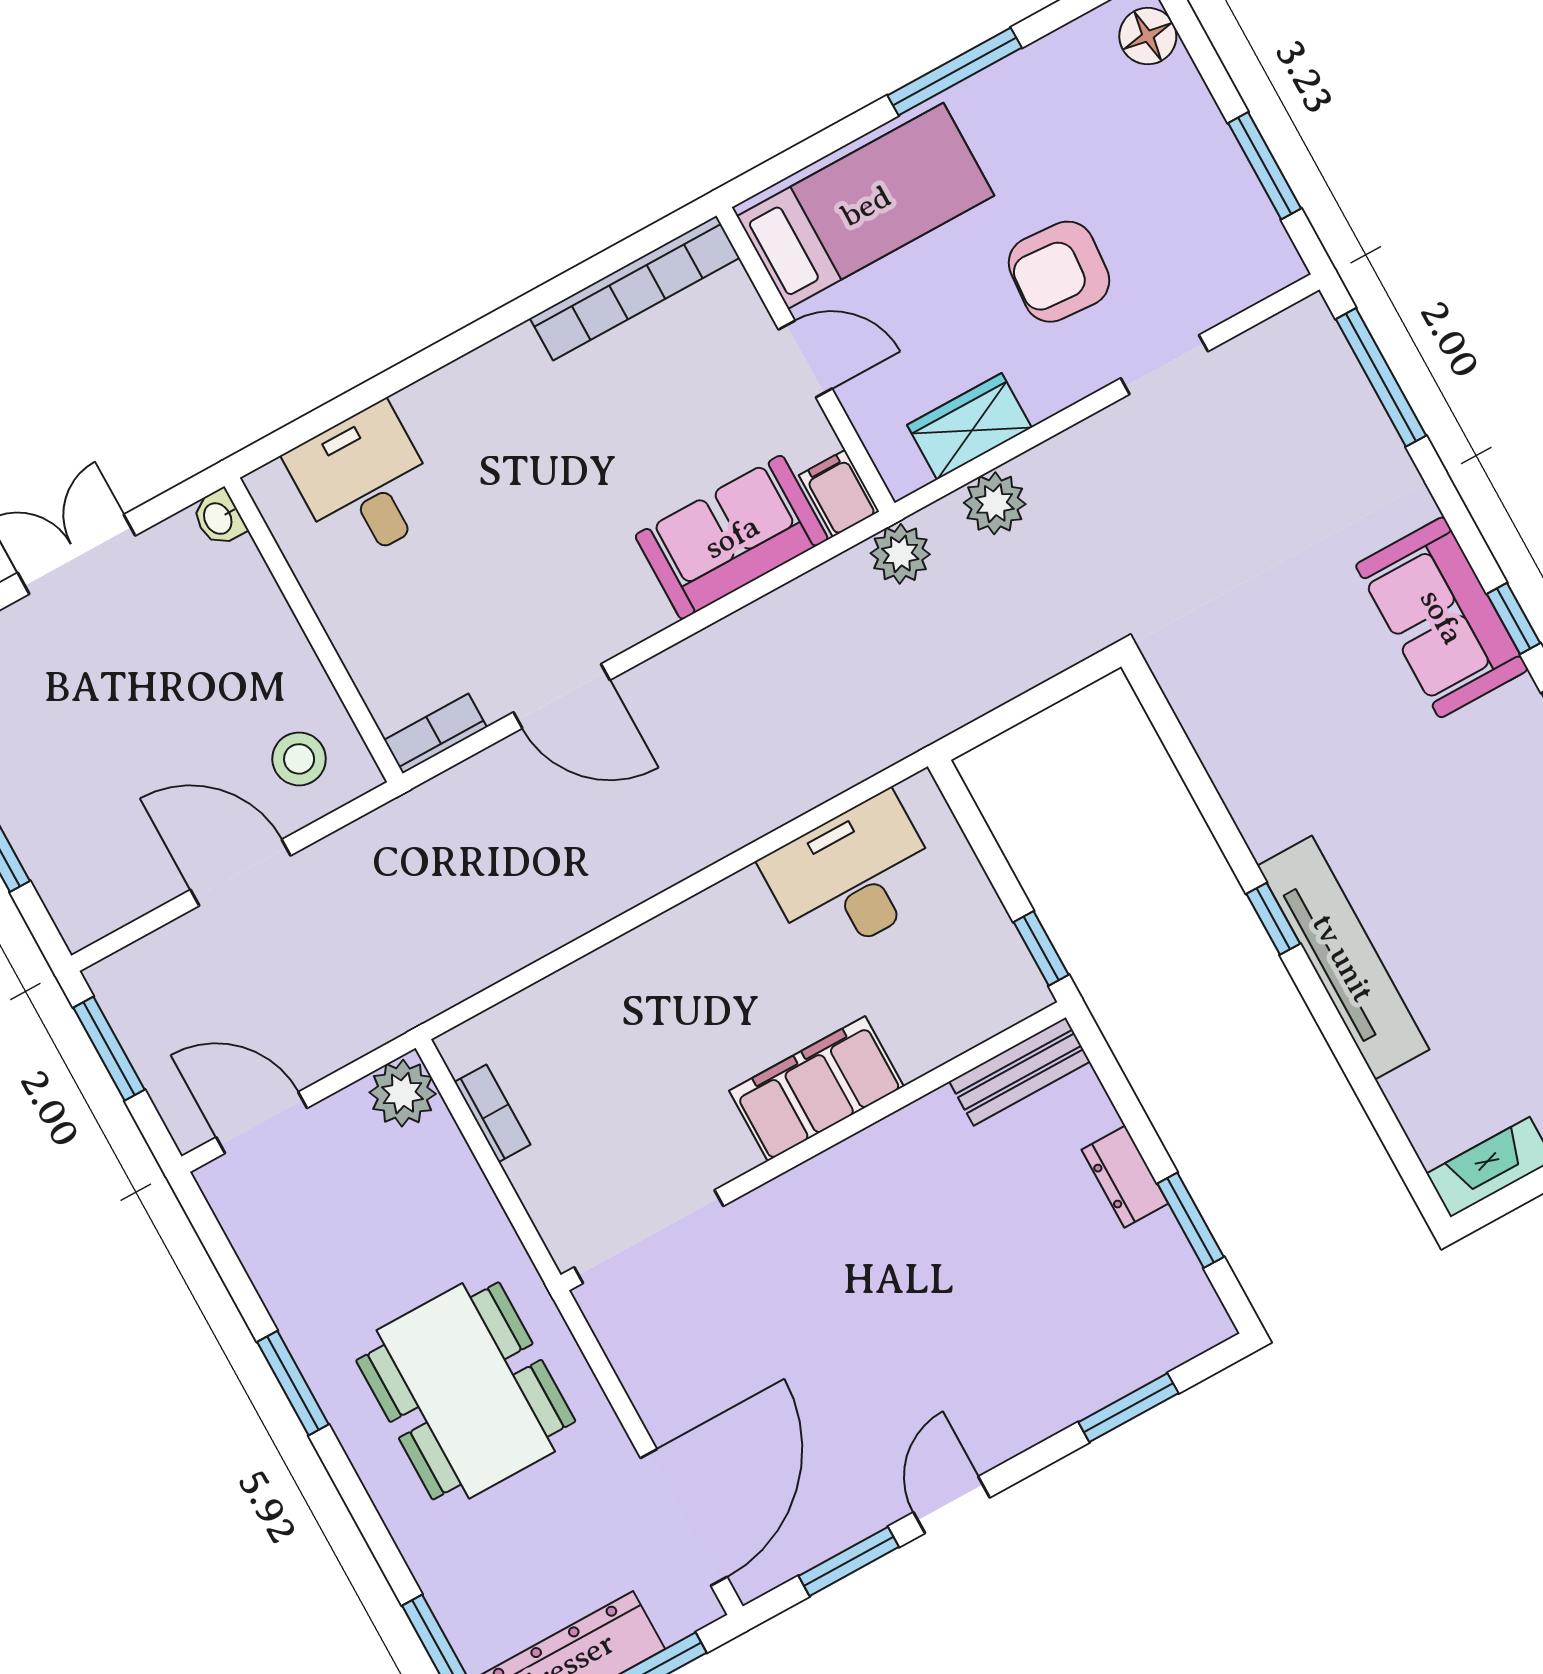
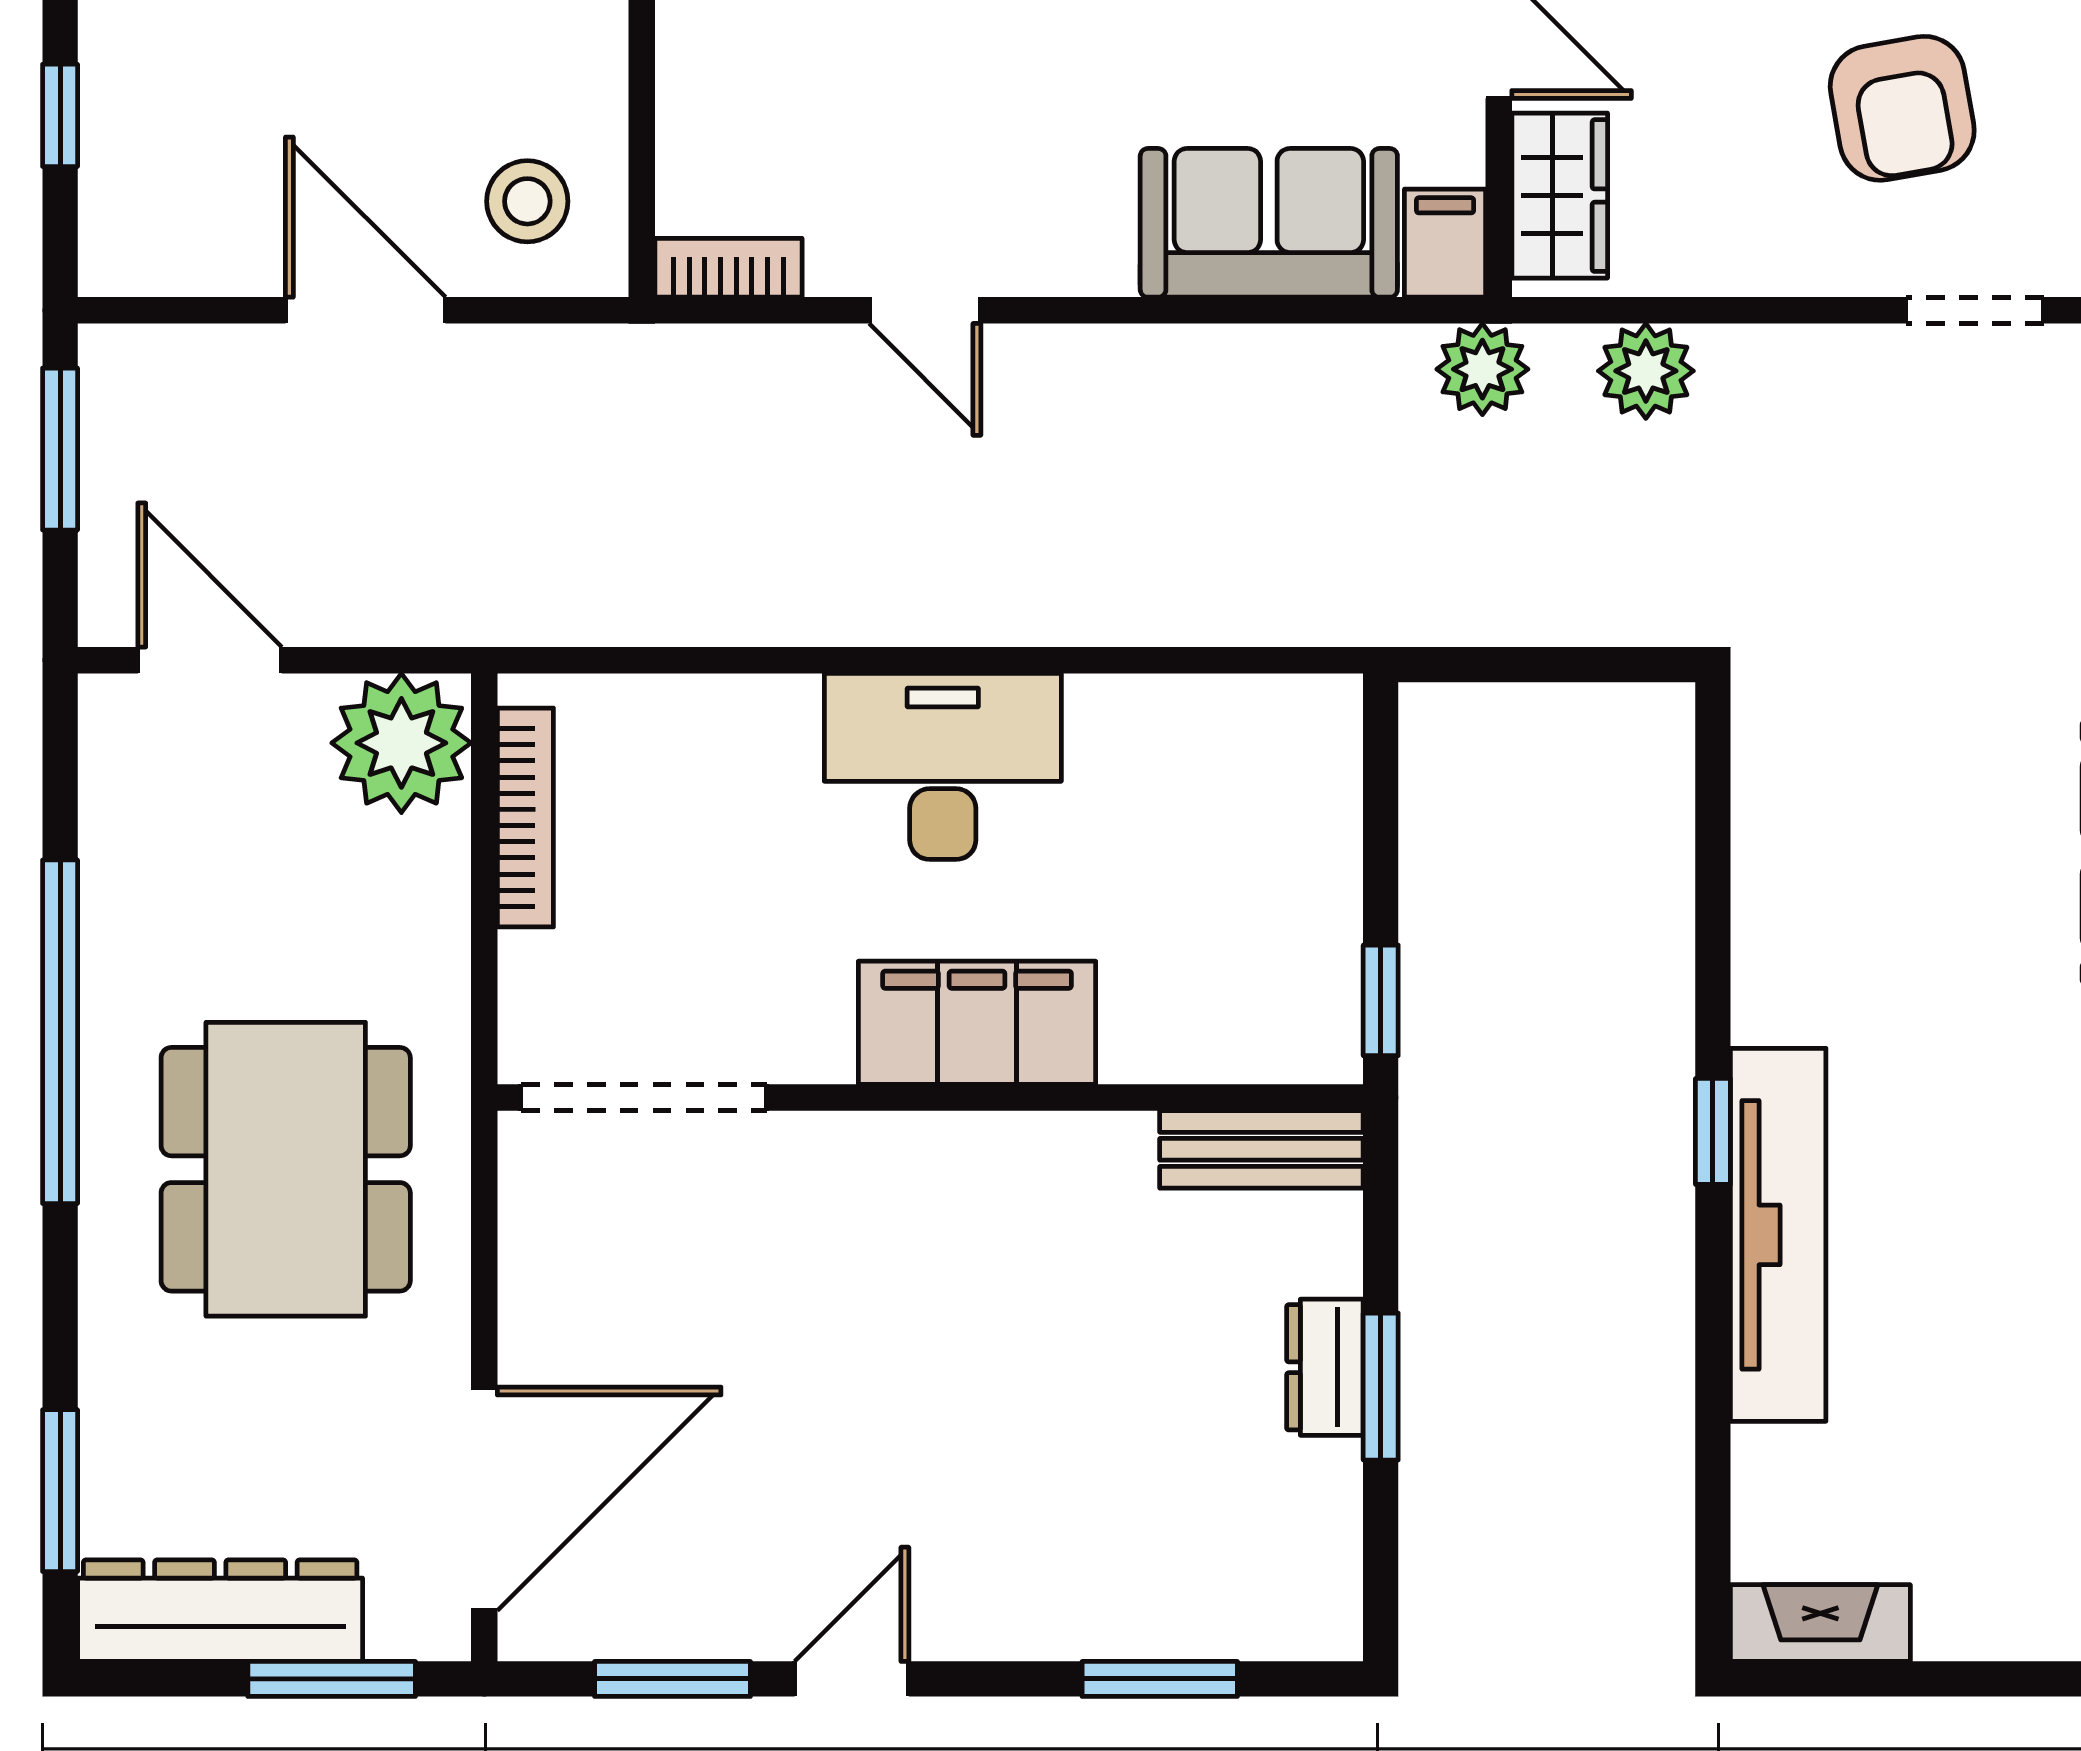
armchair: (1059, 272) -> (1902, 108), turned -104
wardrobe: (969, 426) -> (1560, 196), moved, turned 90
door: (562, 696) -> (925, 310), width x0.73
desk: (853, 877) -> (943, 766), moved
plant: (403, 1093) -> (401, 743), width x1.36, depth x1.36
bookcase: (492, 1113) -> (525, 818), width x1.56
window: (1191, 1220) -> (1381, 1387), moved
window: (293, 1383) -> (60, 1032), width x2.11

